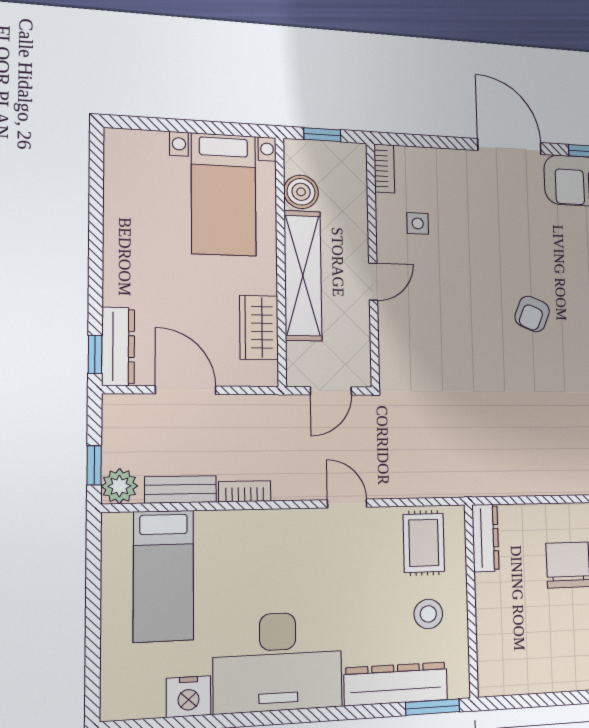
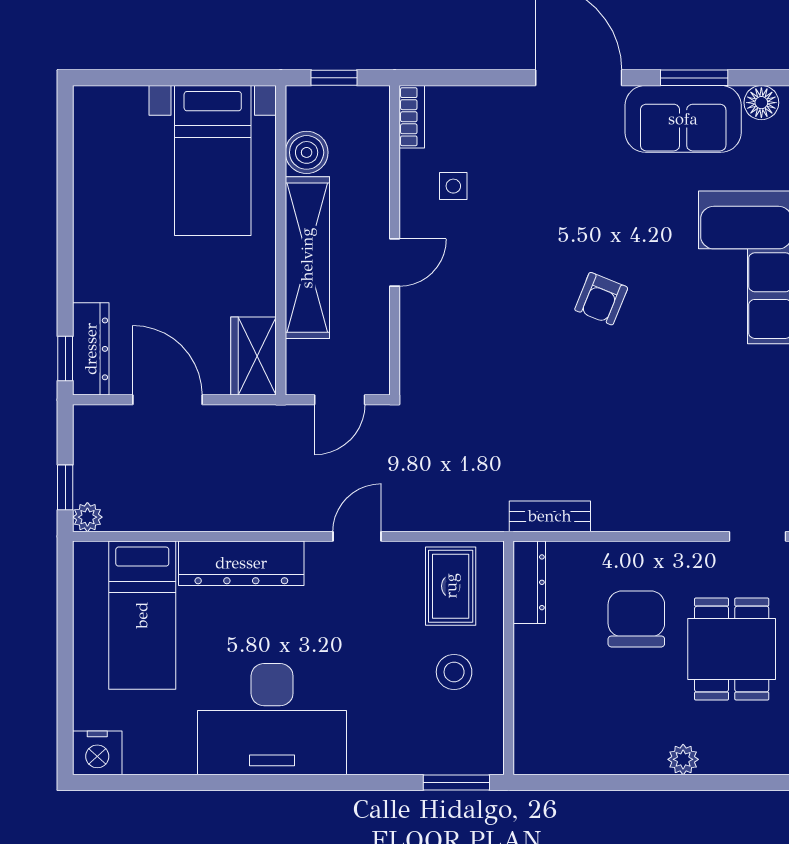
wardrobe: (259, 327) -> (254, 356), moved
plant: (119, 486) -> (87, 517), width x0.73, depth x0.73
bench: (181, 489) -> (550, 516), moved
bookcase: (245, 491) -> (235, 520), removed
door: (347, 503) -> (357, 536), hinge flipped
dresser: (396, 684) -> (241, 563), moved, turned 180
nightstand: (189, 697) -> (97, 753), moved

